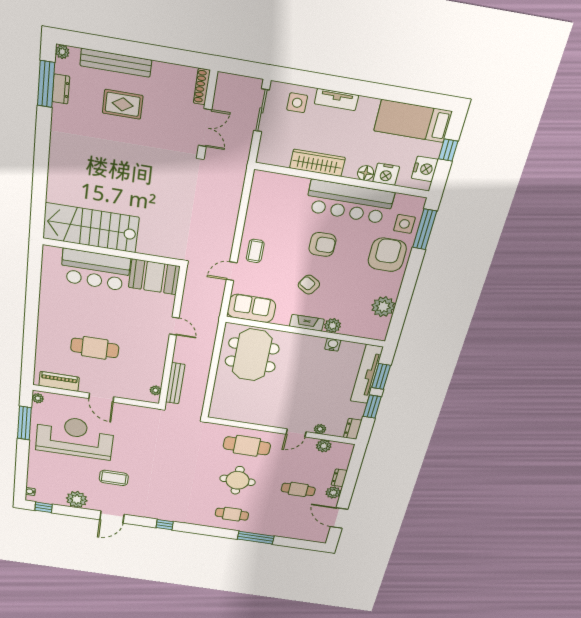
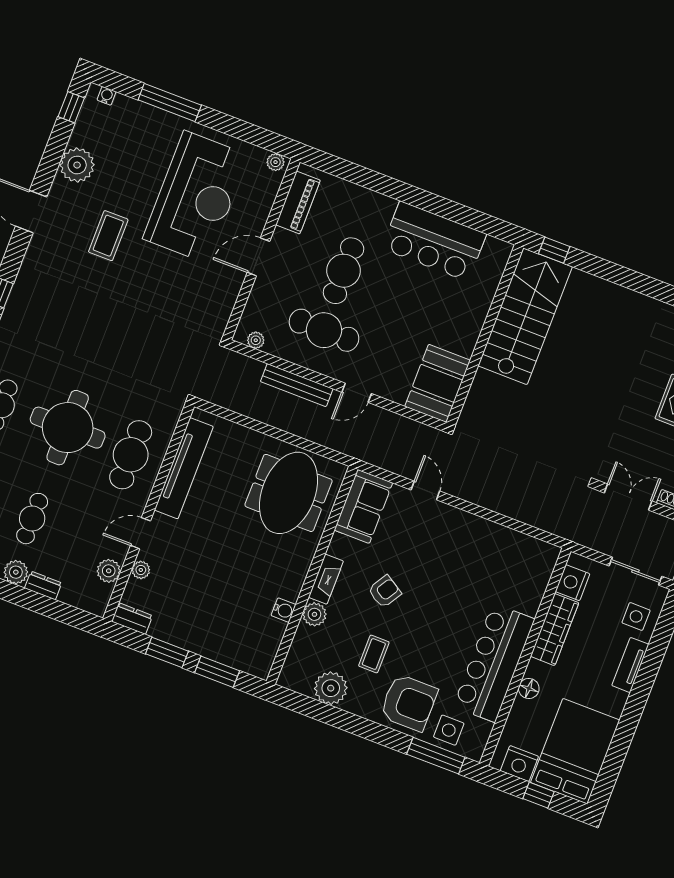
bed: (413, 121) -> (575, 751), width x1.50
double door: (205, 128) -> (628, 497), swing flipped
nightstand: (386, 174) -> (573, 583), moved
window: (38, 217) -> (554, 250), added
armchair: (322, 244) -> (441, 619), removed
coffee table: (255, 251) -> (374, 654), moved, turned 90
bar counter: (95, 270) -> (434, 241), moved, turned -90
cafe table: (138, 353) -> (324, 330), added
meeting table: (252, 355) -> (289, 493), turned 90
tv unit: (367, 374) -> (184, 468), moved, turned 90
bench: (175, 383) -> (297, 385), moved
window: (24, 423) -> (170, 103), moved
door: (296, 433) -> (140, 533), hinge flipped
round table: (238, 480) -> (68, 428), width x1.36, depth x1.36

